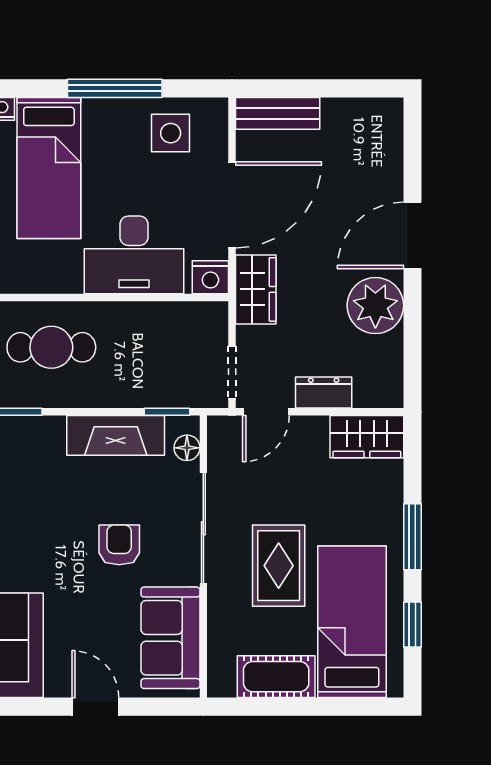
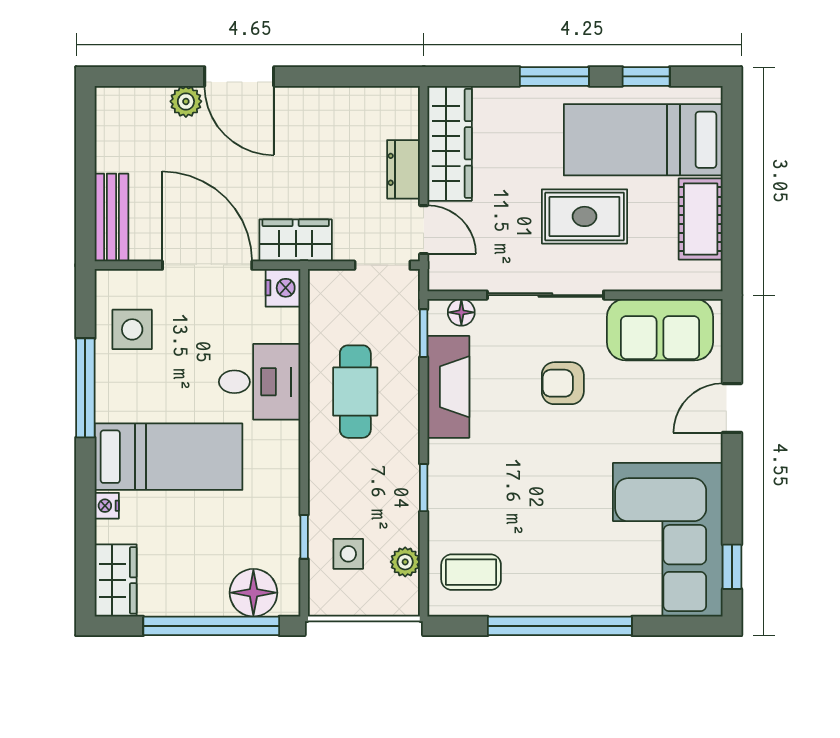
desk: (134, 255) -> (260, 382), width x0.73
plant: (375, 306) -> (186, 101), moved, width x0.53, depth x0.53
cafe table: (51, 347) -> (355, 392), moved
wardrobe: (367, 437) -> (450, 143), width x1.50

